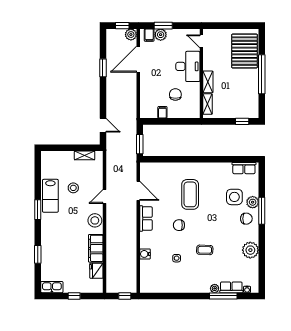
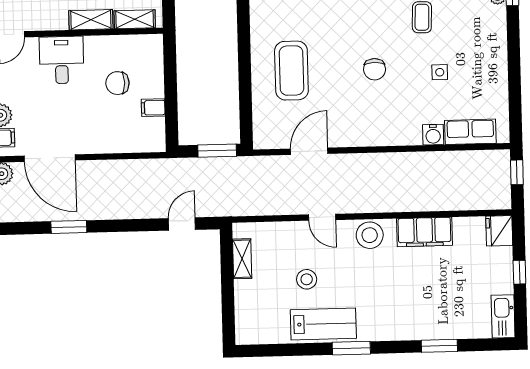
desk: (188, 66) -> (62, 60), width x0.73
coffee table: (190, 194) -> (291, 71), moved, turned 90
row of seats: (146, 218) -> (470, 132), moved
fridge: (96, 271) -> (499, 231), moved, turned 90

